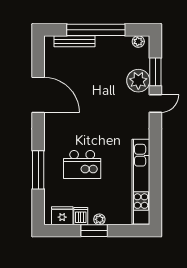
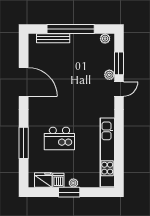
plant: (138, 81) -> (109, 75), width x0.53, depth x0.53

